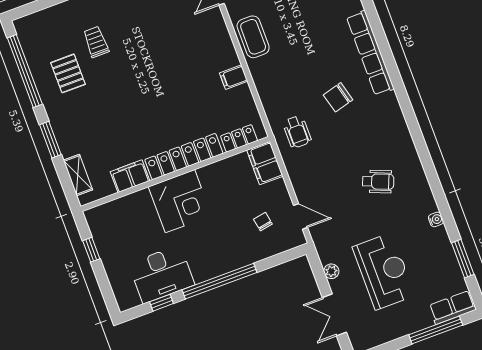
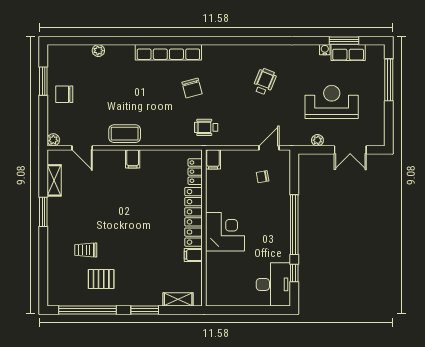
filing cabinet: (234, 77) -> (133, 159), moved
wheelchair: (297, 132) -> (206, 127), turned 180
filing cabinet: (265, 163) -> (213, 159), width x0.50
filing cabinet: (130, 176) -> (193, 255), width x0.50
water cooler: (436, 219) -> (325, 50), moved
window: (91, 250) -> (236, 310), removed
desk: (162, 274) -> (273, 284), moved
row of seats: (452, 307) -> (348, 53), moved, turned -90

